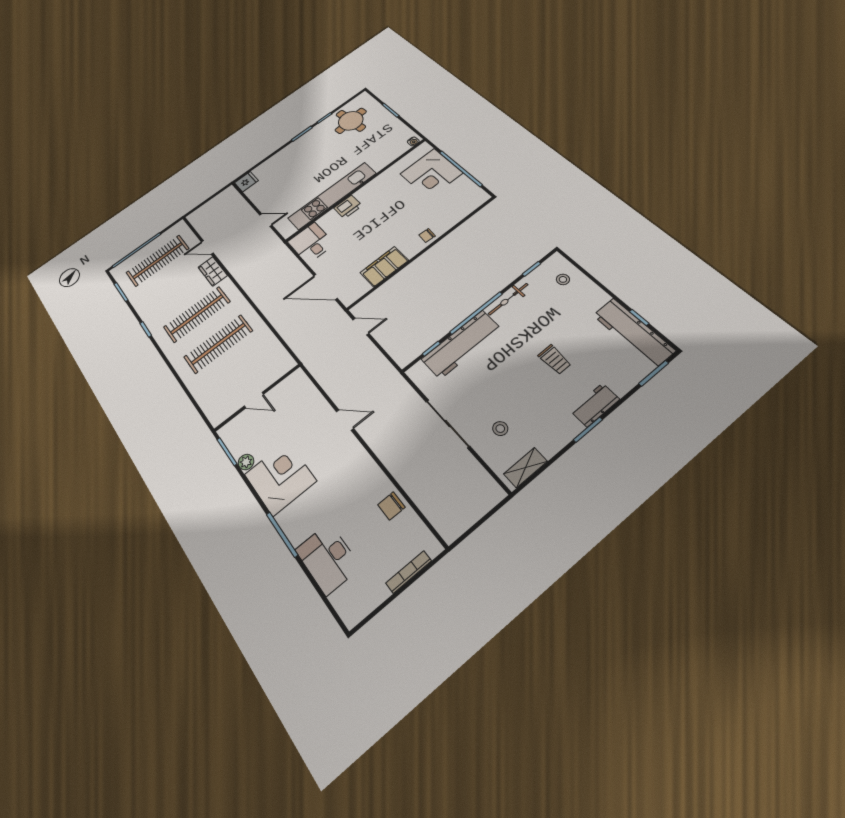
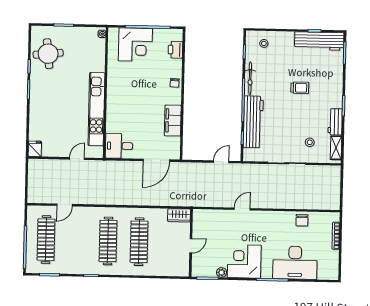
printer: (348, 207) -> (175, 50), moved, turned 180
wardrobe: (213, 271) -> (179, 215), moved
door: (361, 327) -> (221, 162), moved
workbench: (595, 405) -> (335, 122), moved
desk: (328, 558) -> (295, 263), width x1.36, depth x1.30

